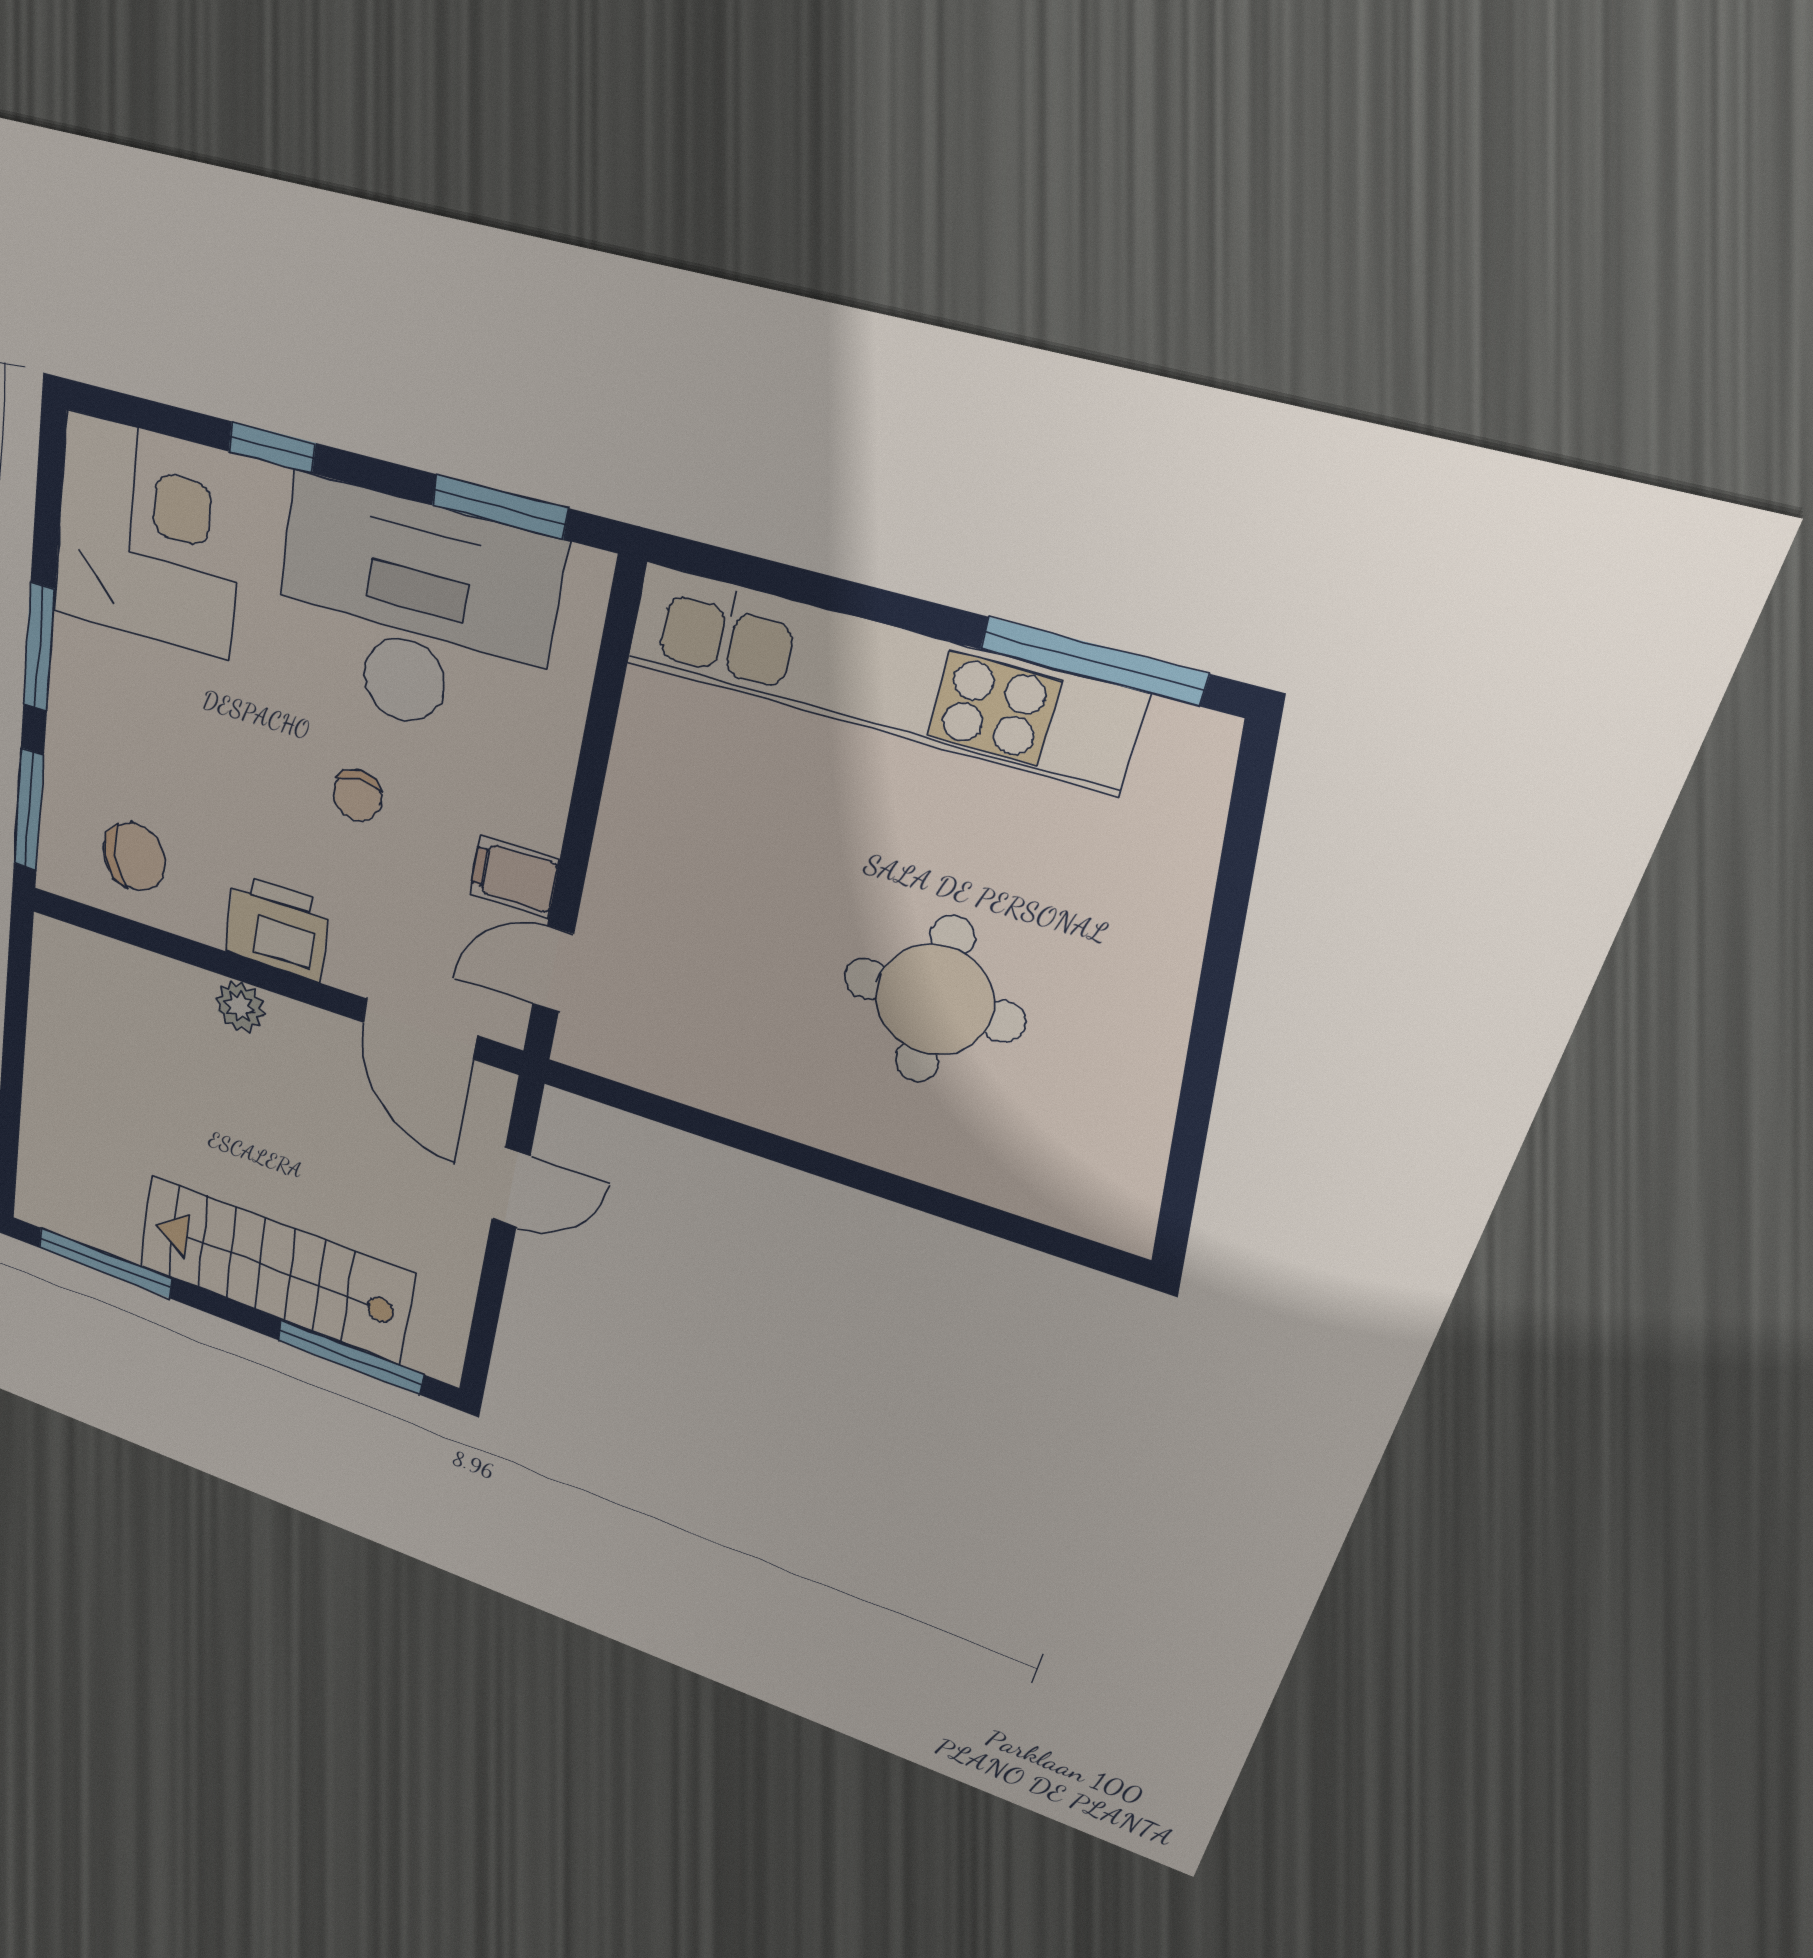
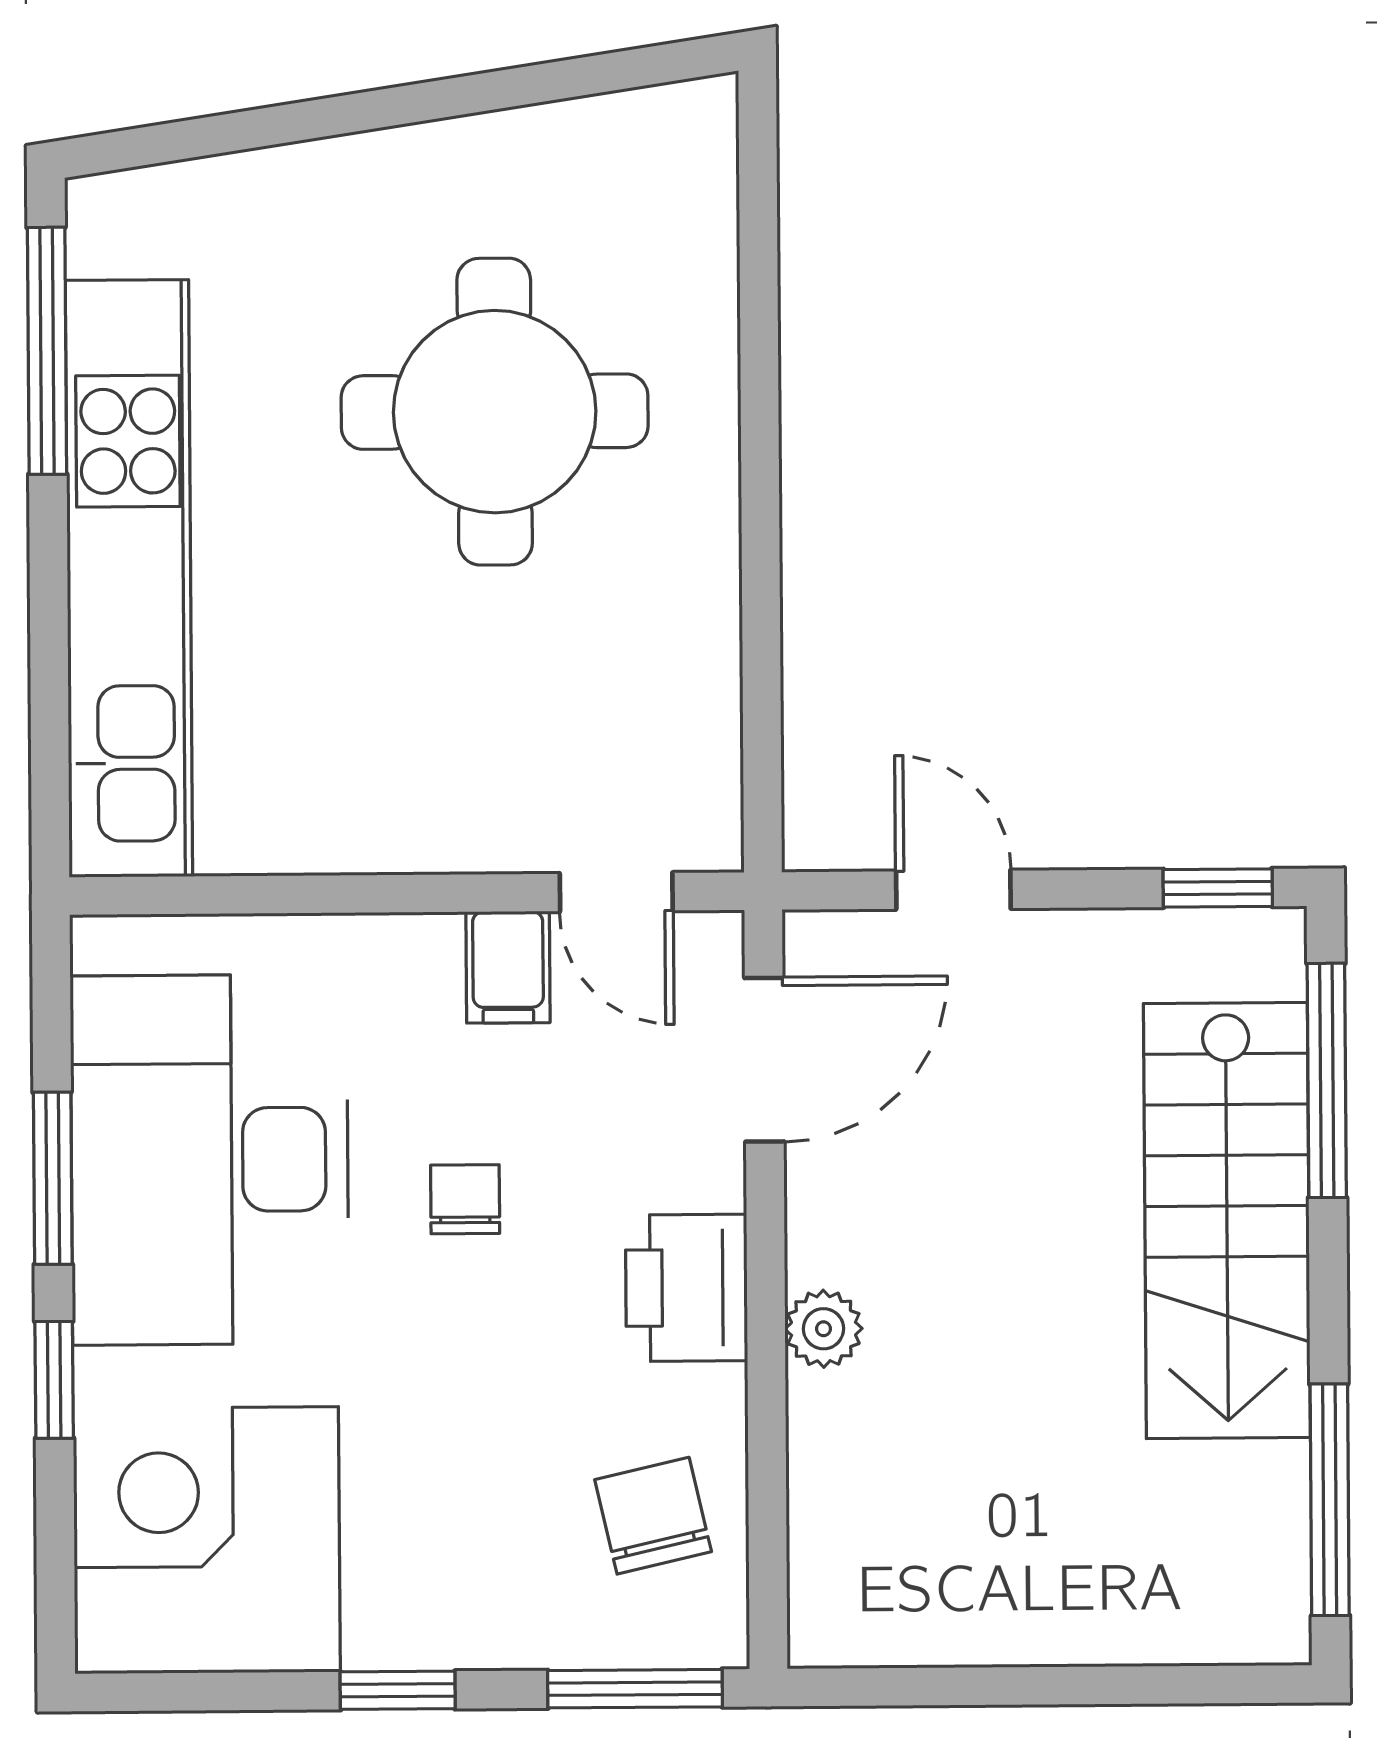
window: (500, 507) -> (53, 1178), moved
window: (39, 647) -> (398, 1690), width x0.67
chair: (357, 795) -> (465, 1199), turned -90
round table: (935, 1000) -> (495, 412), width x1.36, depth x1.36
window: (481, 1343) -> (1218, 888), added

